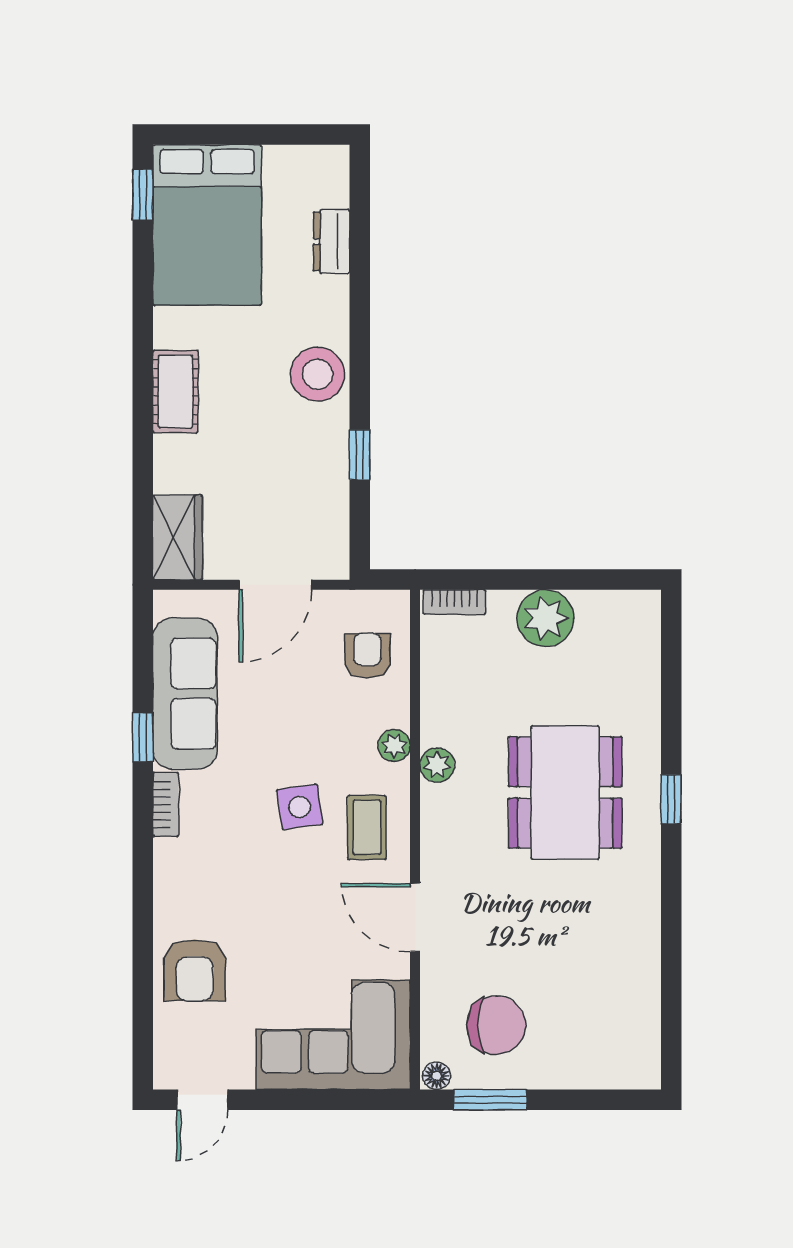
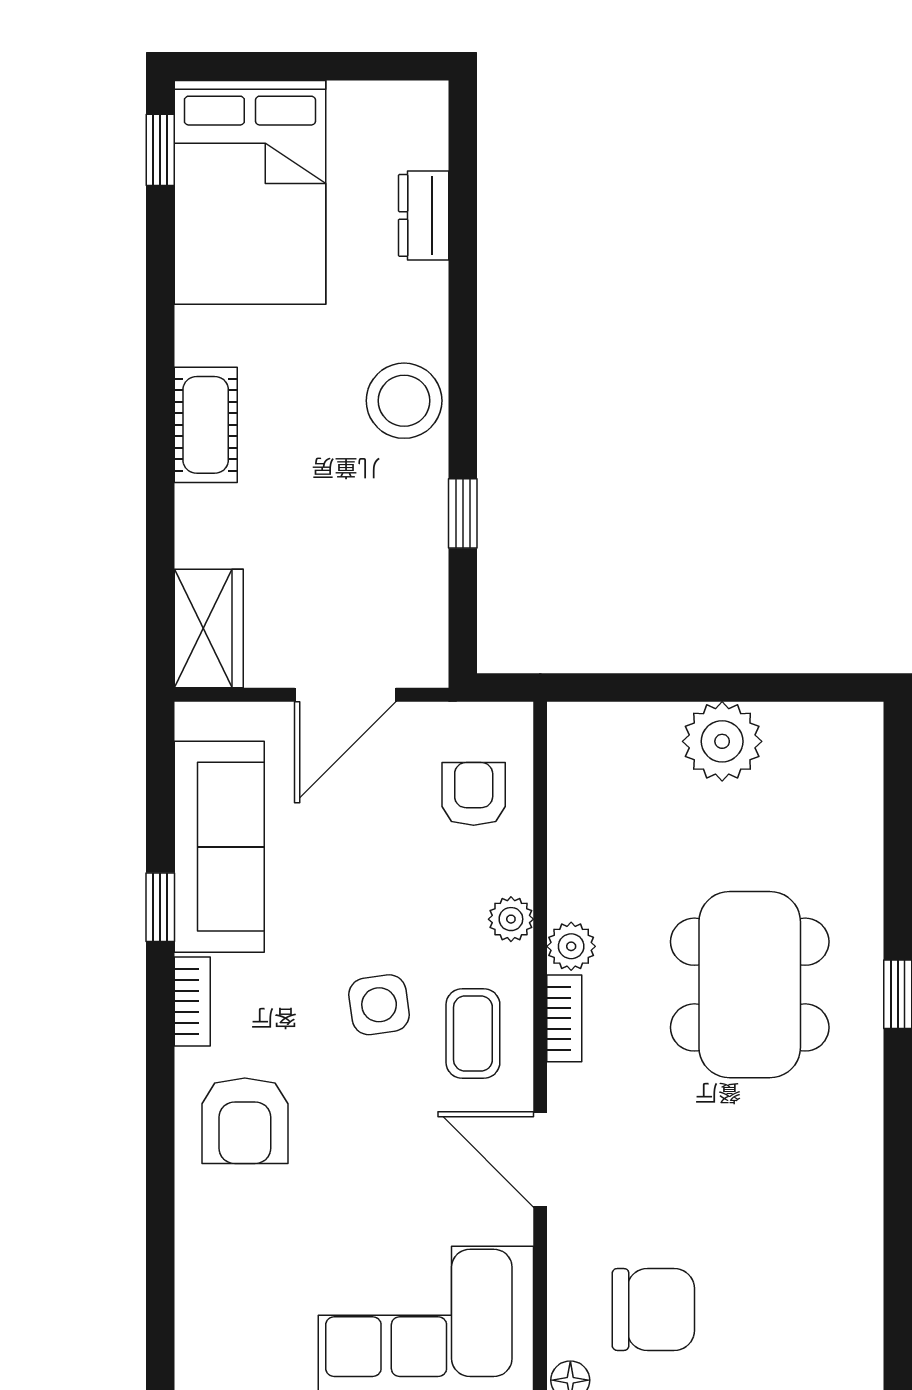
bookcase: (455, 602) -> (564, 1018), moved, turned -90
armchair: (195, 970) -> (245, 1121), moved

